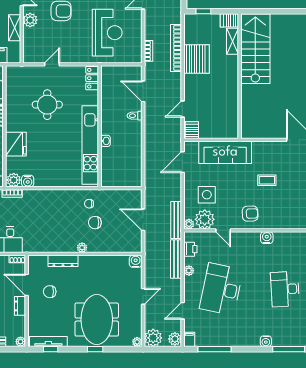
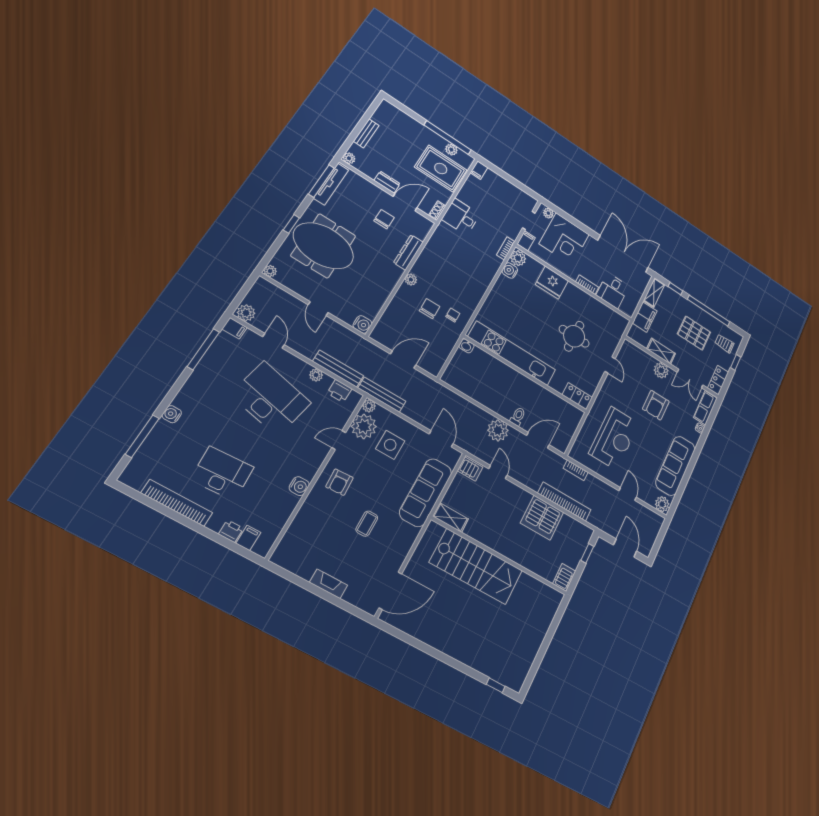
reception desk: (107, 33) -> (614, 438), turned -90
shelving: (232, 41) -> (451, 518), moved
stairs: (255, 49) -> (476, 567), moved
washbasin: (106, 141) -> (466, 346), moved
plant: (153, 338) -> (498, 430), moved
window: (51, 349) -> (321, 181), width x2.17

